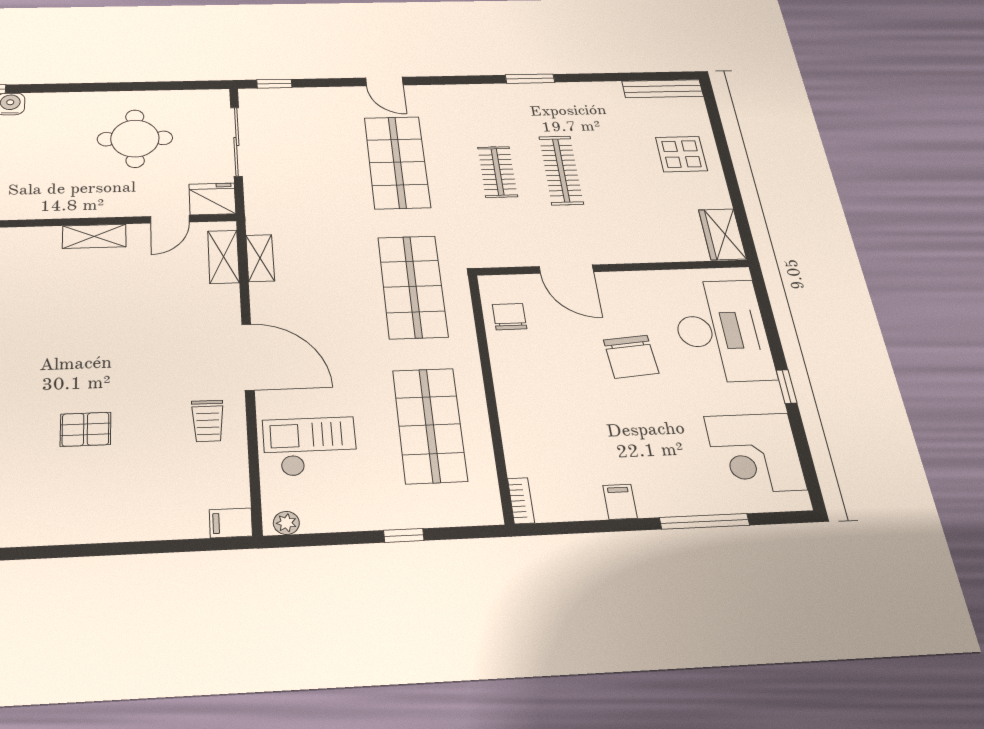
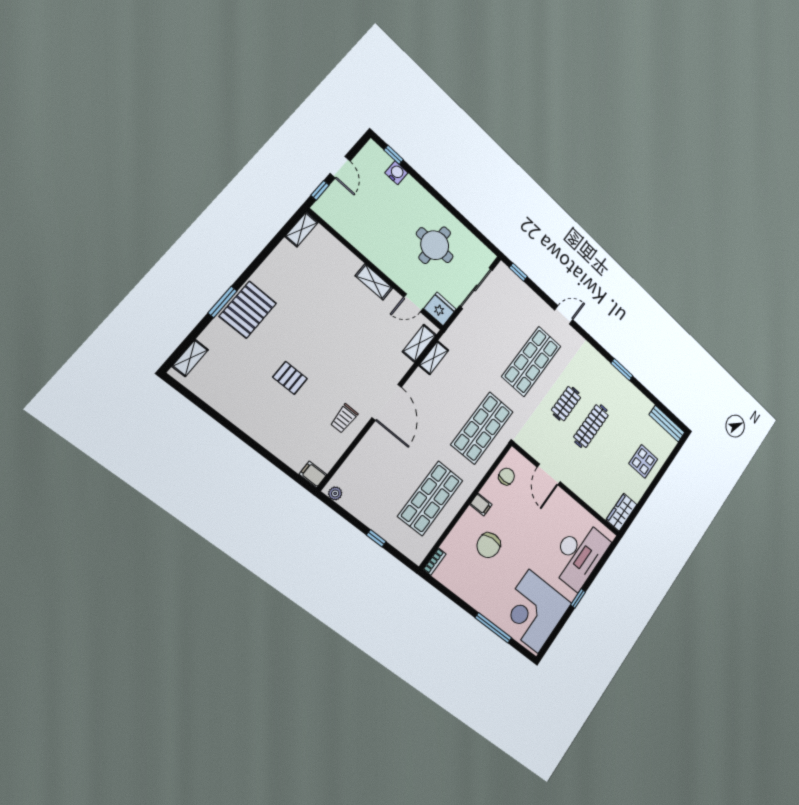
door: (384, 82) -> (564, 315), swing flipped
chair: (631, 357) -> (489, 545), moved
checkout: (310, 447) -> (375, 467), removed
corner desk: (755, 453) -> (534, 611), width x1.36, depth x1.36
filing cabinet: (620, 502) -> (481, 504), moved, turned 90

